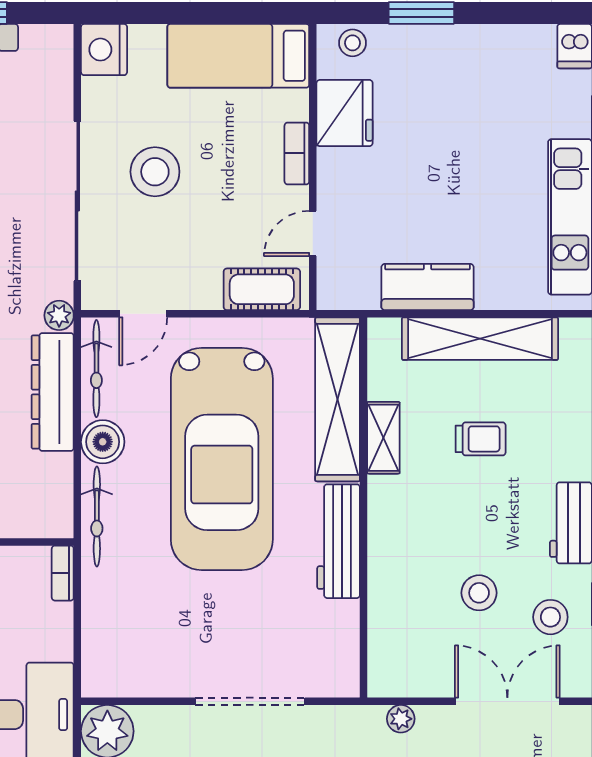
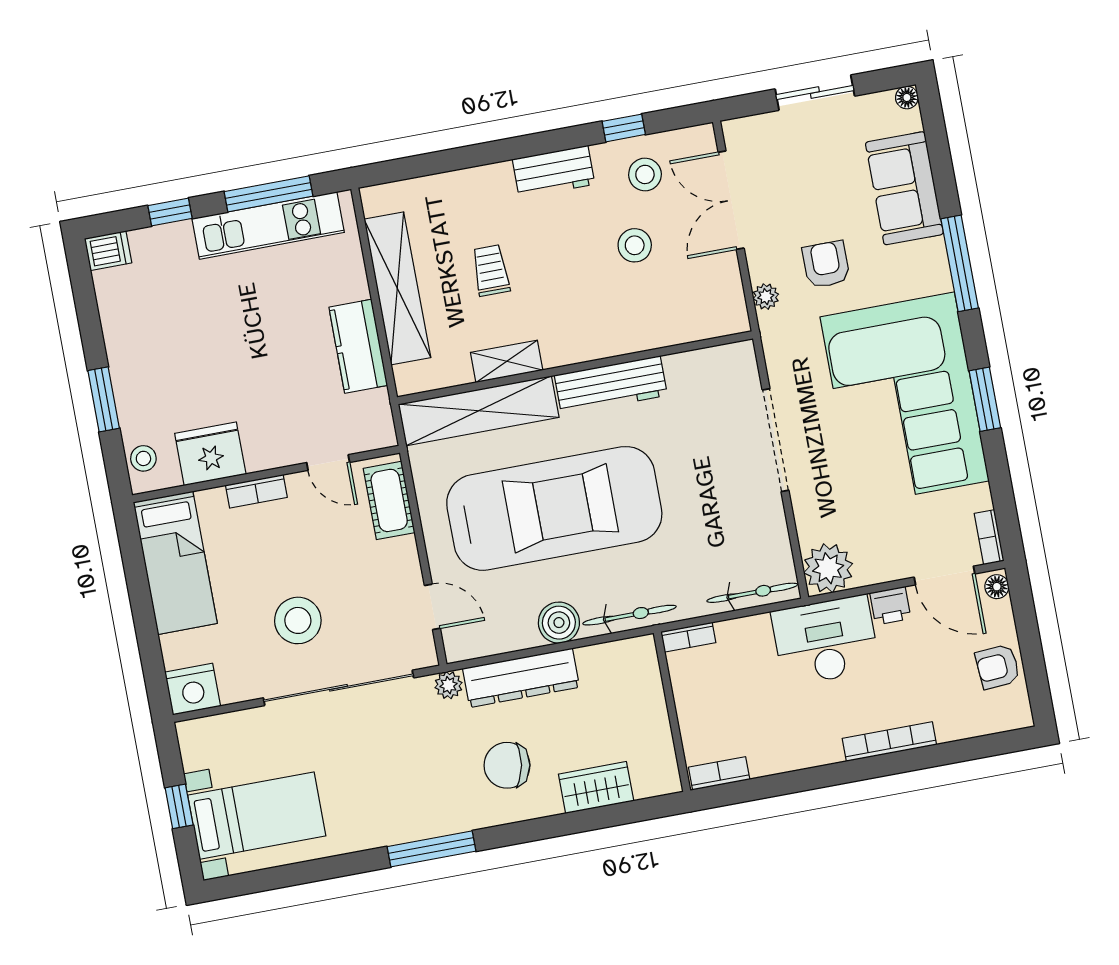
bicycle: (96, 369) -> (752, 593), moved

